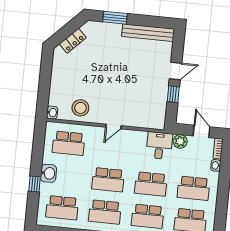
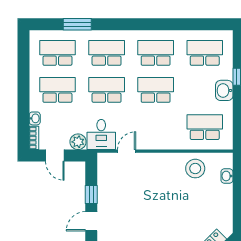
washbasin: (52, 113) -> (227, 176), moved
door: (113, 126) -> (127, 151), moved

